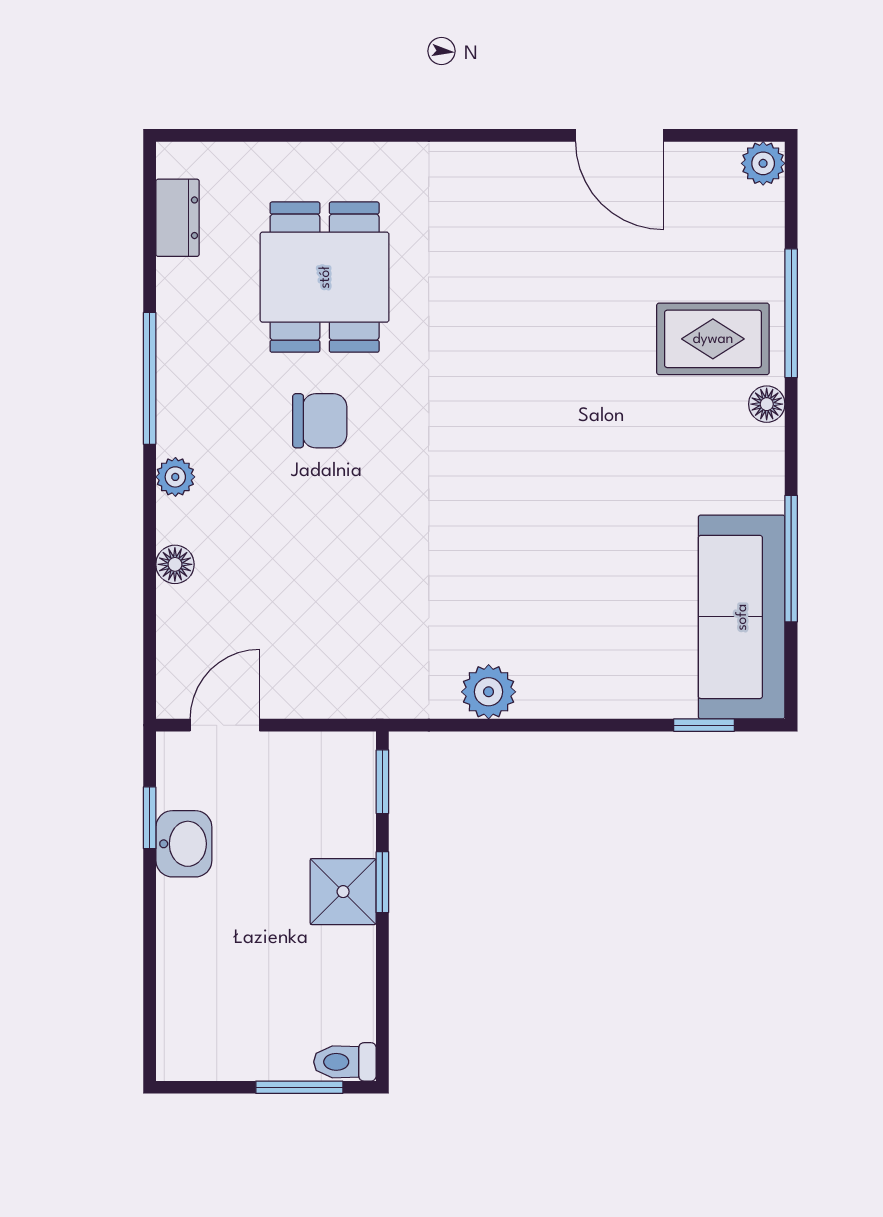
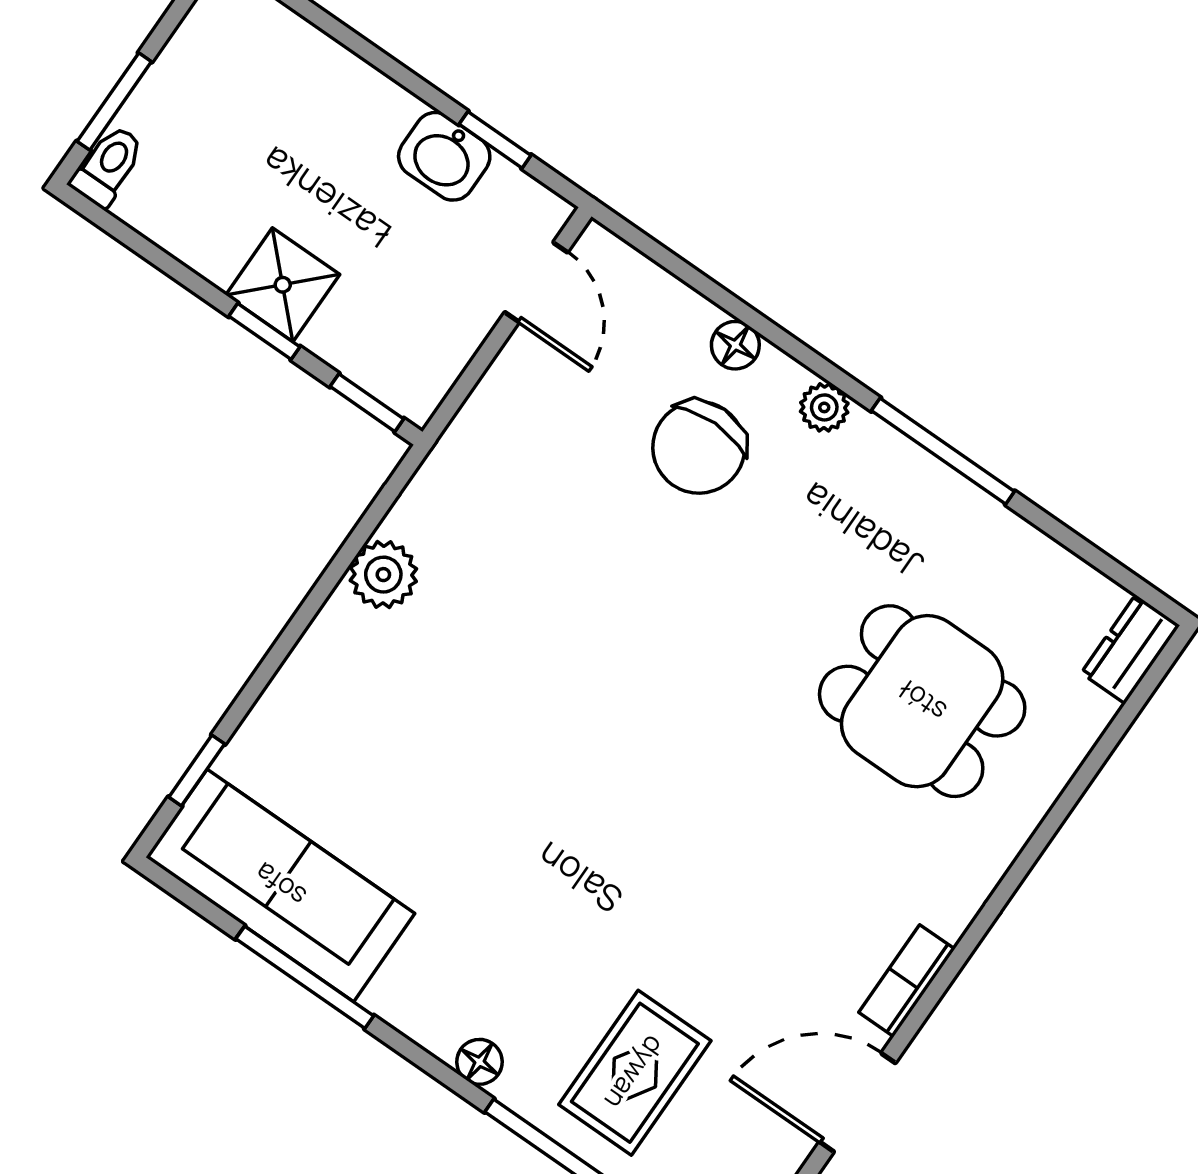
bookcase: (517, 159) -> (907, 981), added
dresser: (178, 218) -> (1130, 649), moved, turned 90
rug: (713, 339) -> (635, 1073), moved
chair: (320, 421) -> (699, 447), moved, width x1.37, depth x1.37

